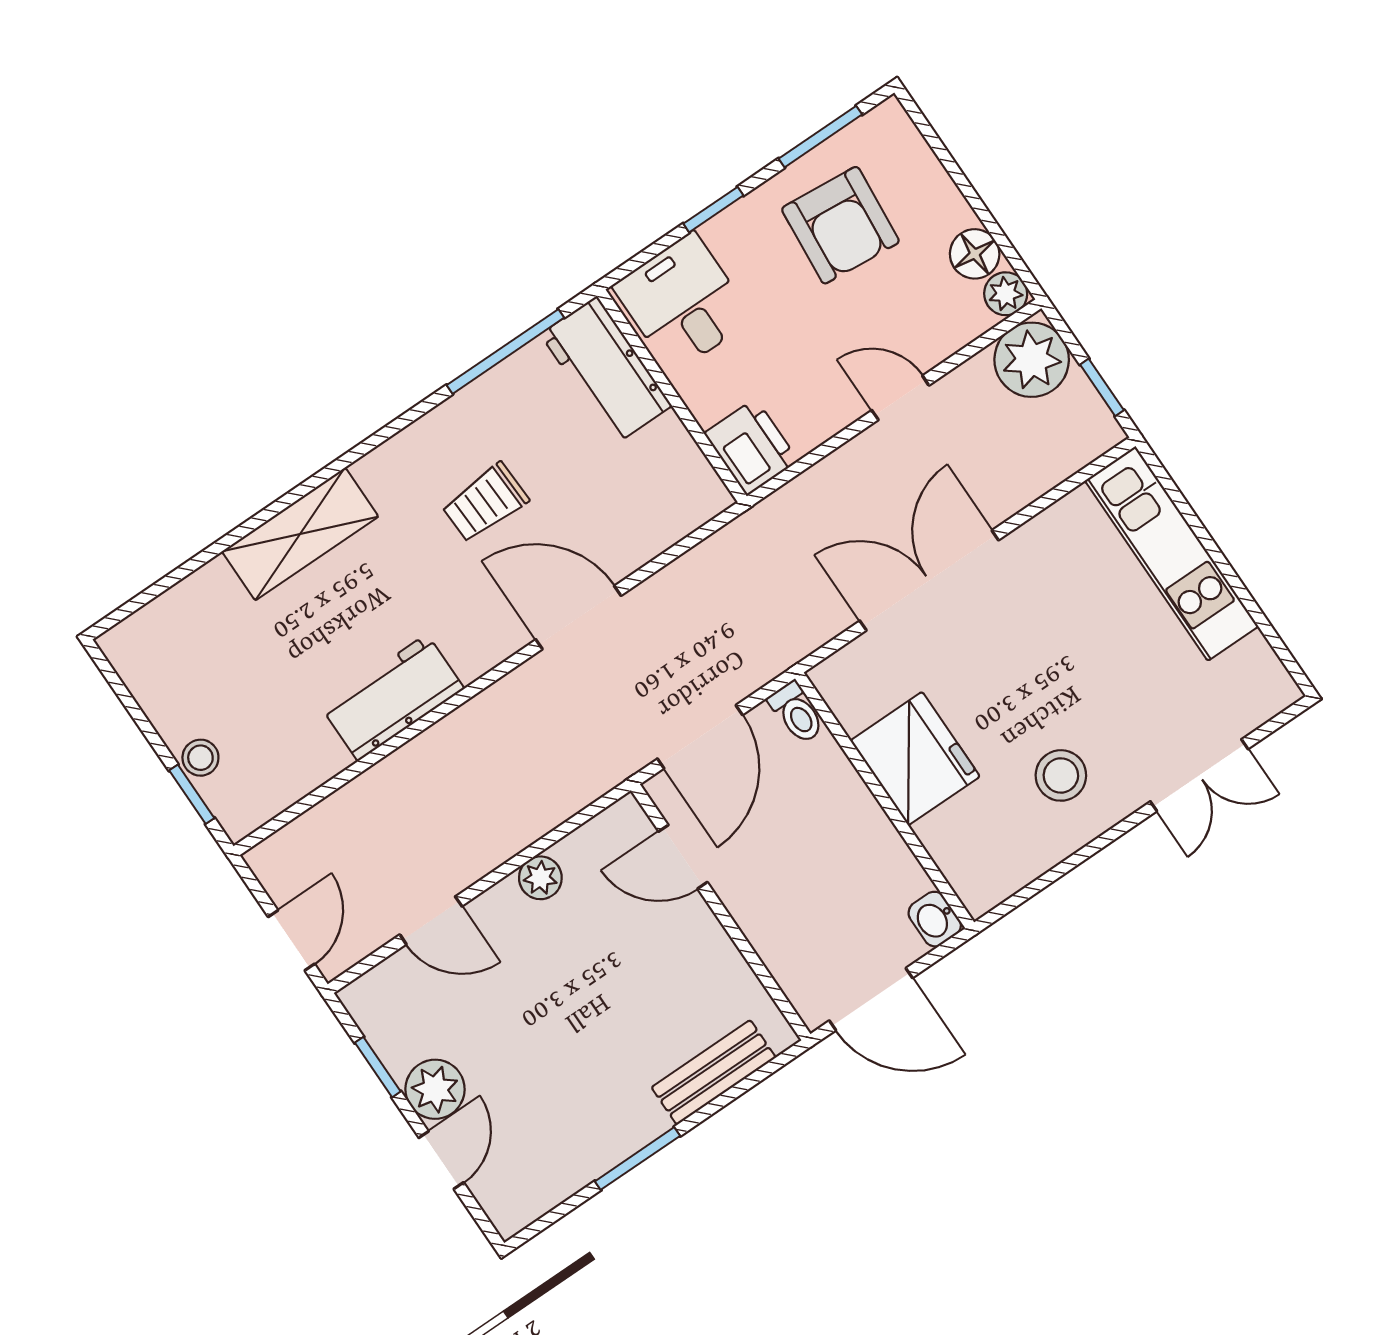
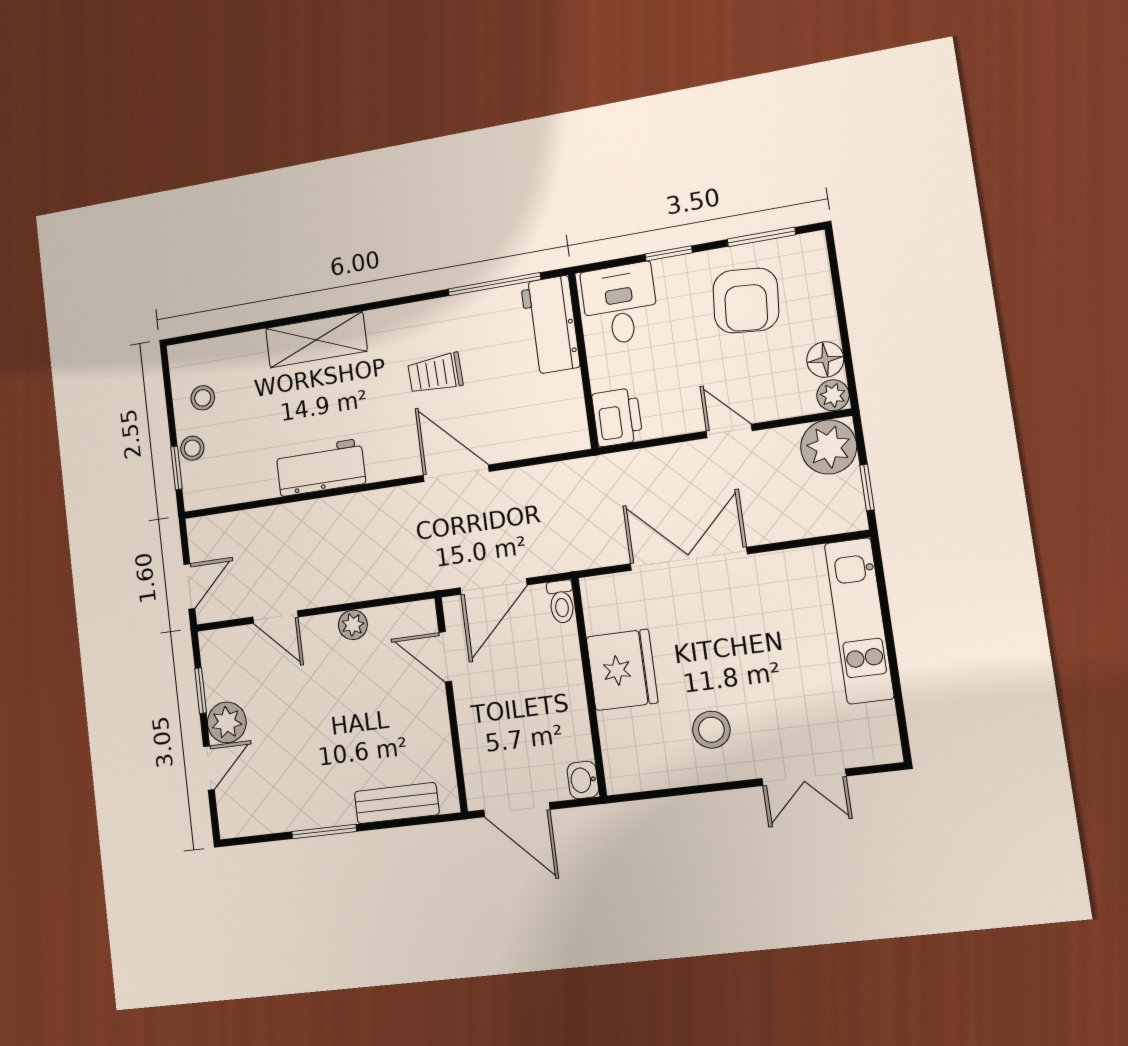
stool: (180, 684) -> (203, 398), added

